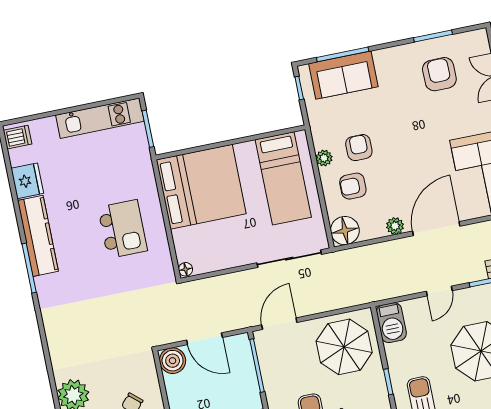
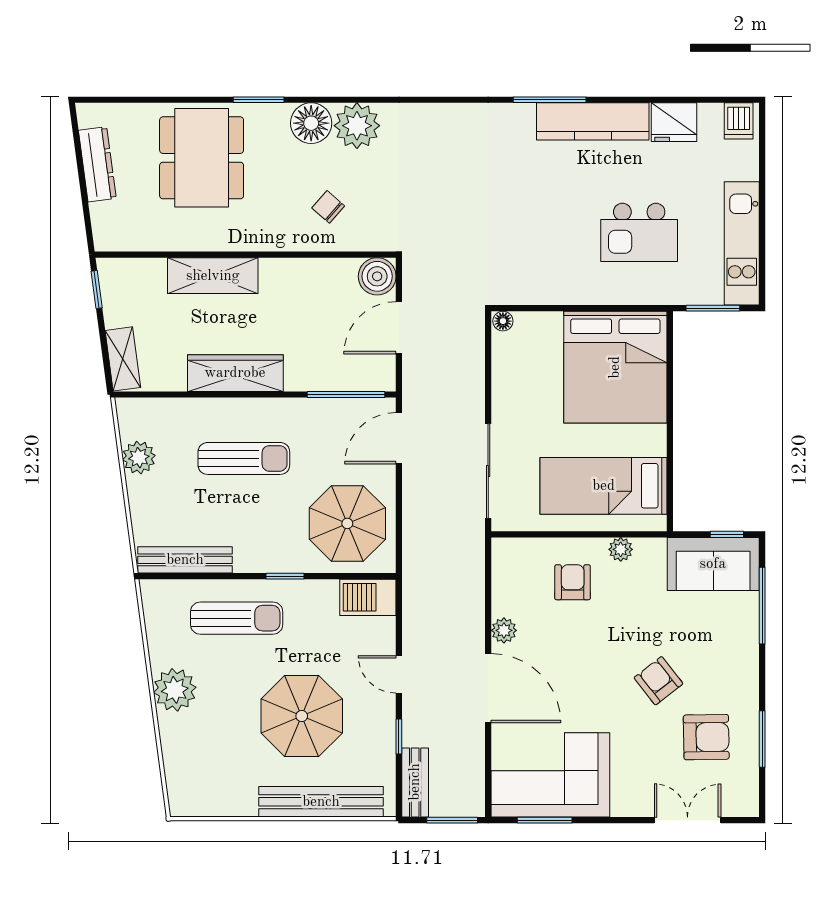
sofa: (343, 75) -> (713, 564), moved, turned -90
armchair: (359, 148) -> (658, 681), moved, turned -128
kitchen island: (123, 229) -> (639, 232), moved
floor lamp: (345, 231) -> (512, 558), removed
door: (279, 324) -> (399, 438), swing flipped

